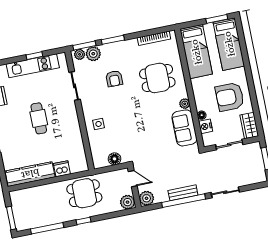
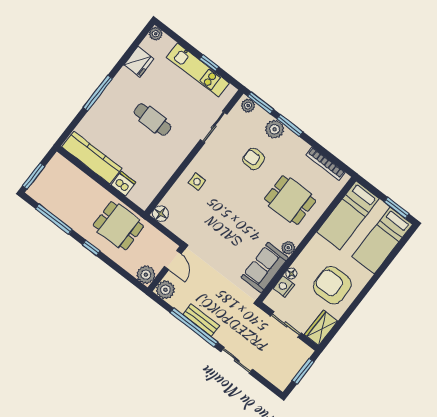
plant: (93, 54) -> (275, 129), moved
armchair: (114, 79) -> (254, 159), turned 90
cafe table: (39, 118) -> (152, 120), turned 90
floor lamp: (114, 159) -> (161, 214), moved

